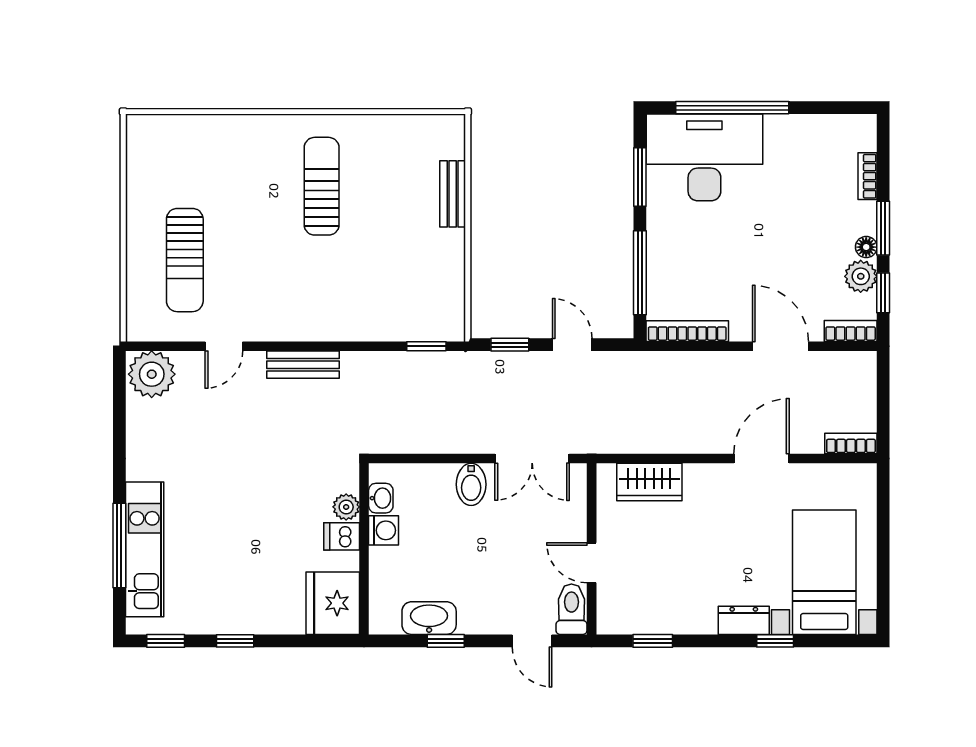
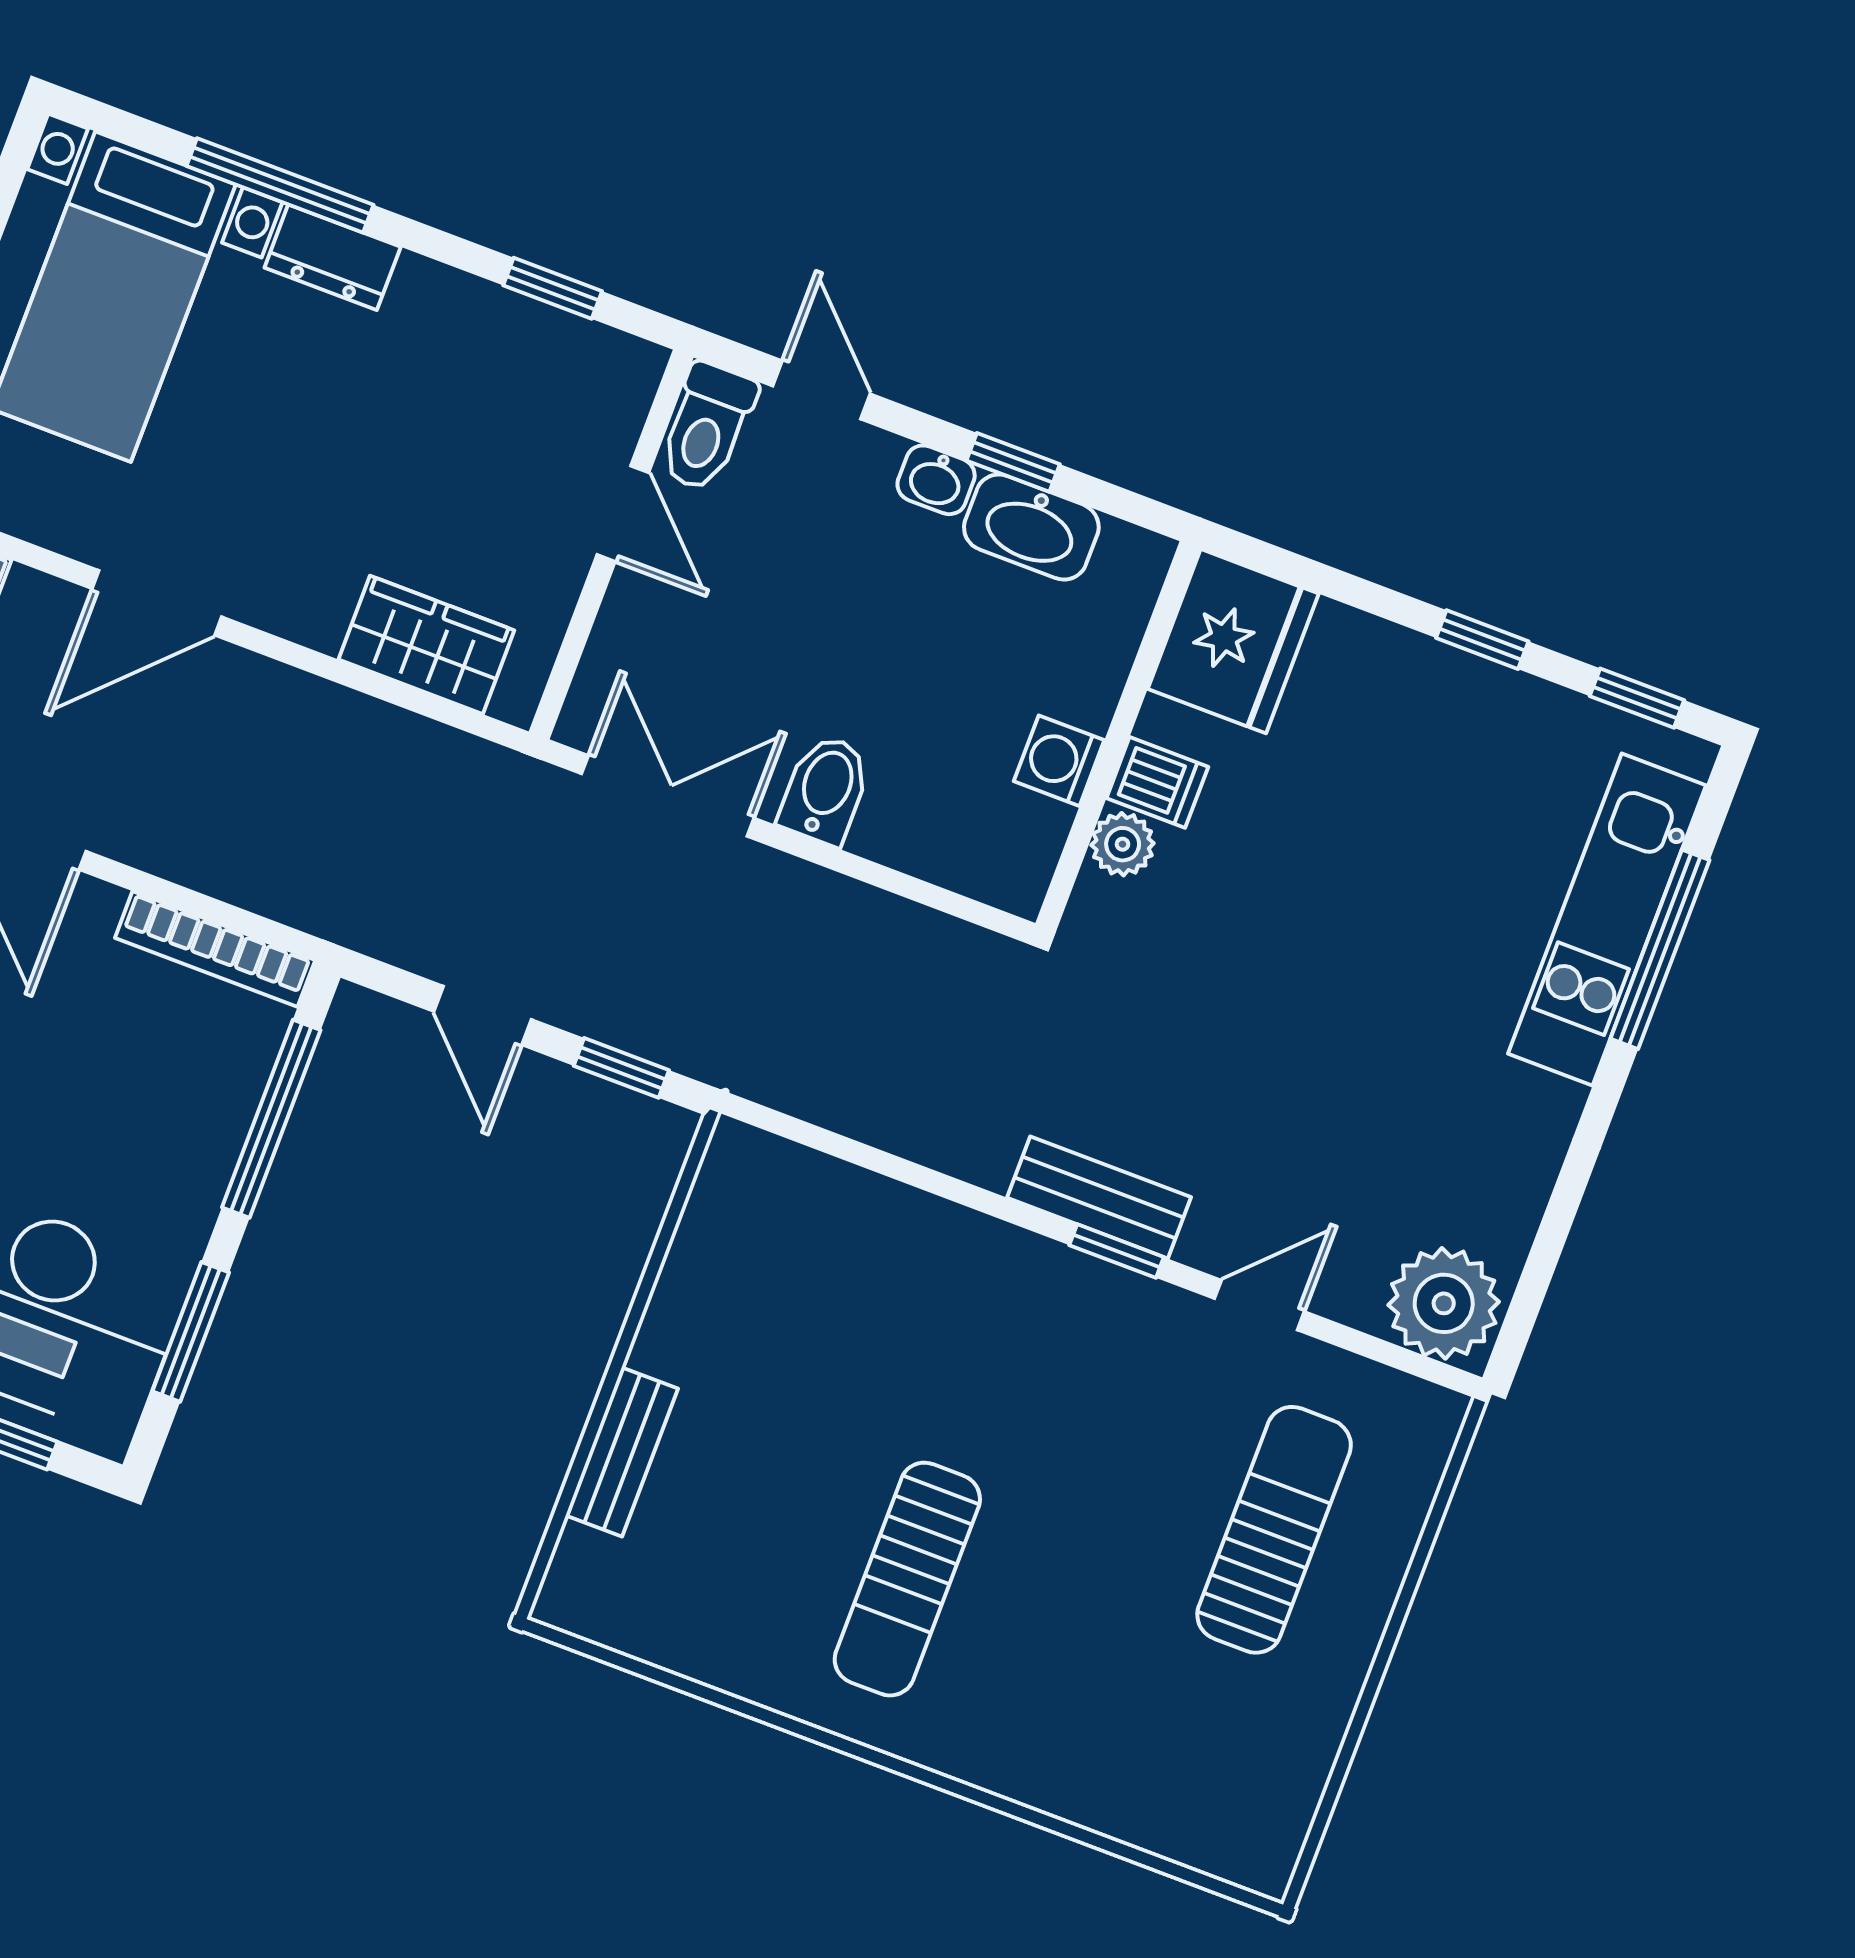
window: (426, 346) -> (1117, 1251), moved
washbasin: (381, 498) -> (936, 480), moved, turned -90
window: (775, 641) -> (280, 185), width x2.17

